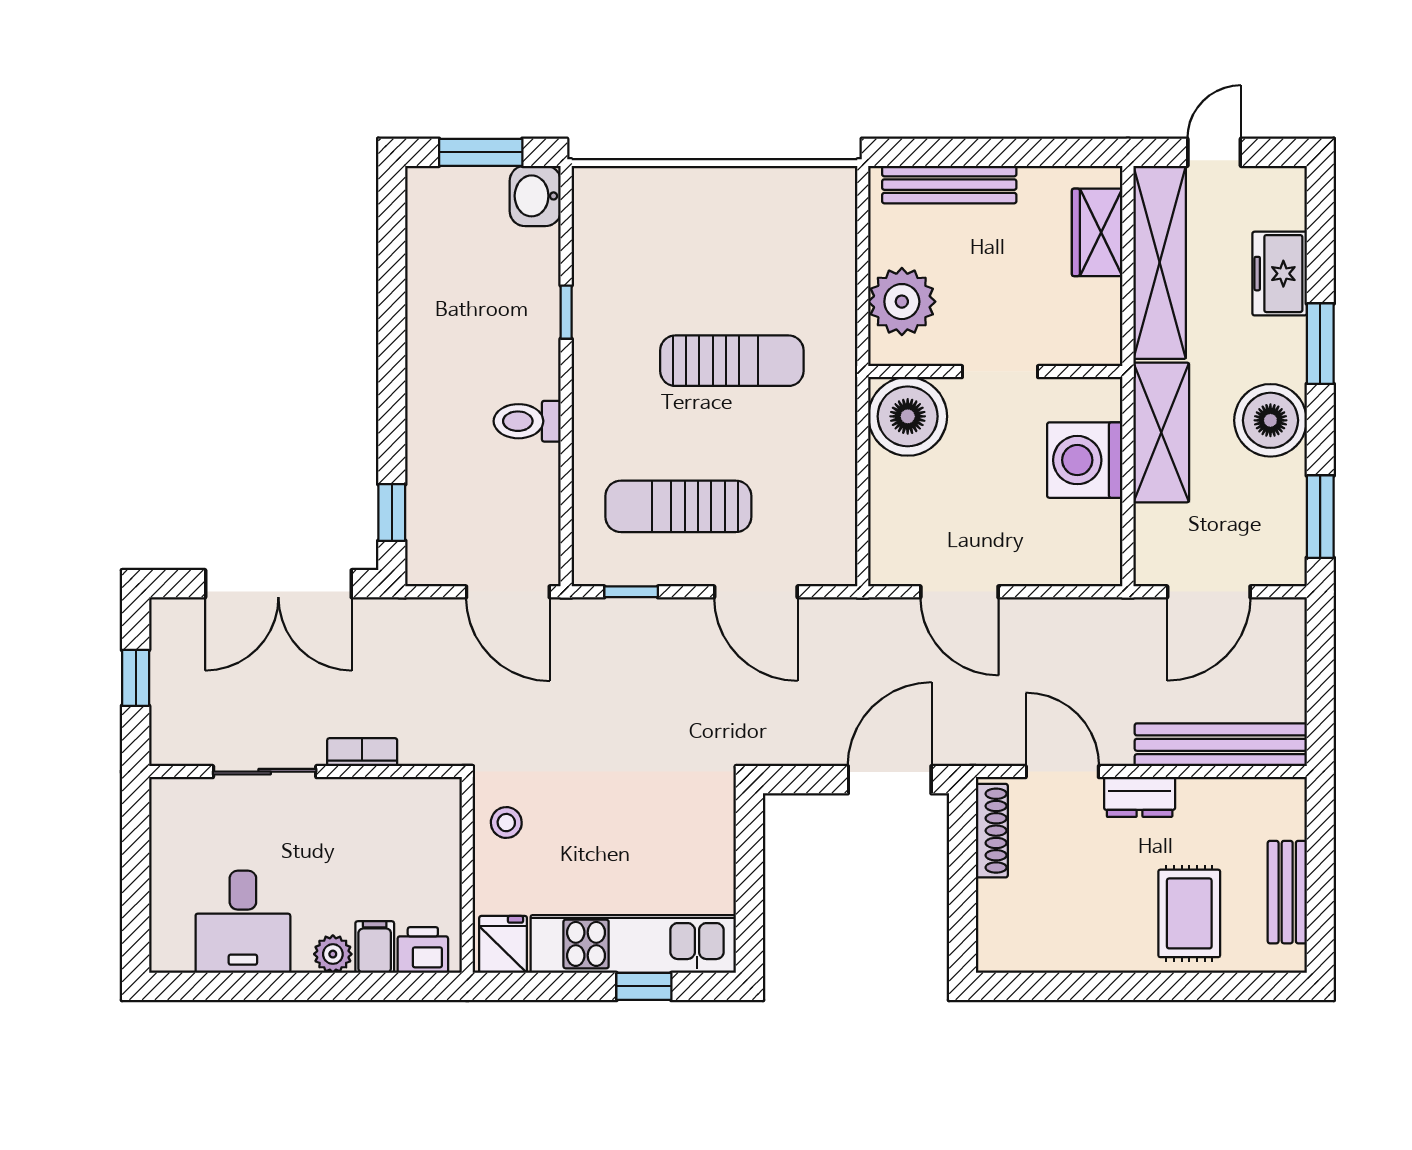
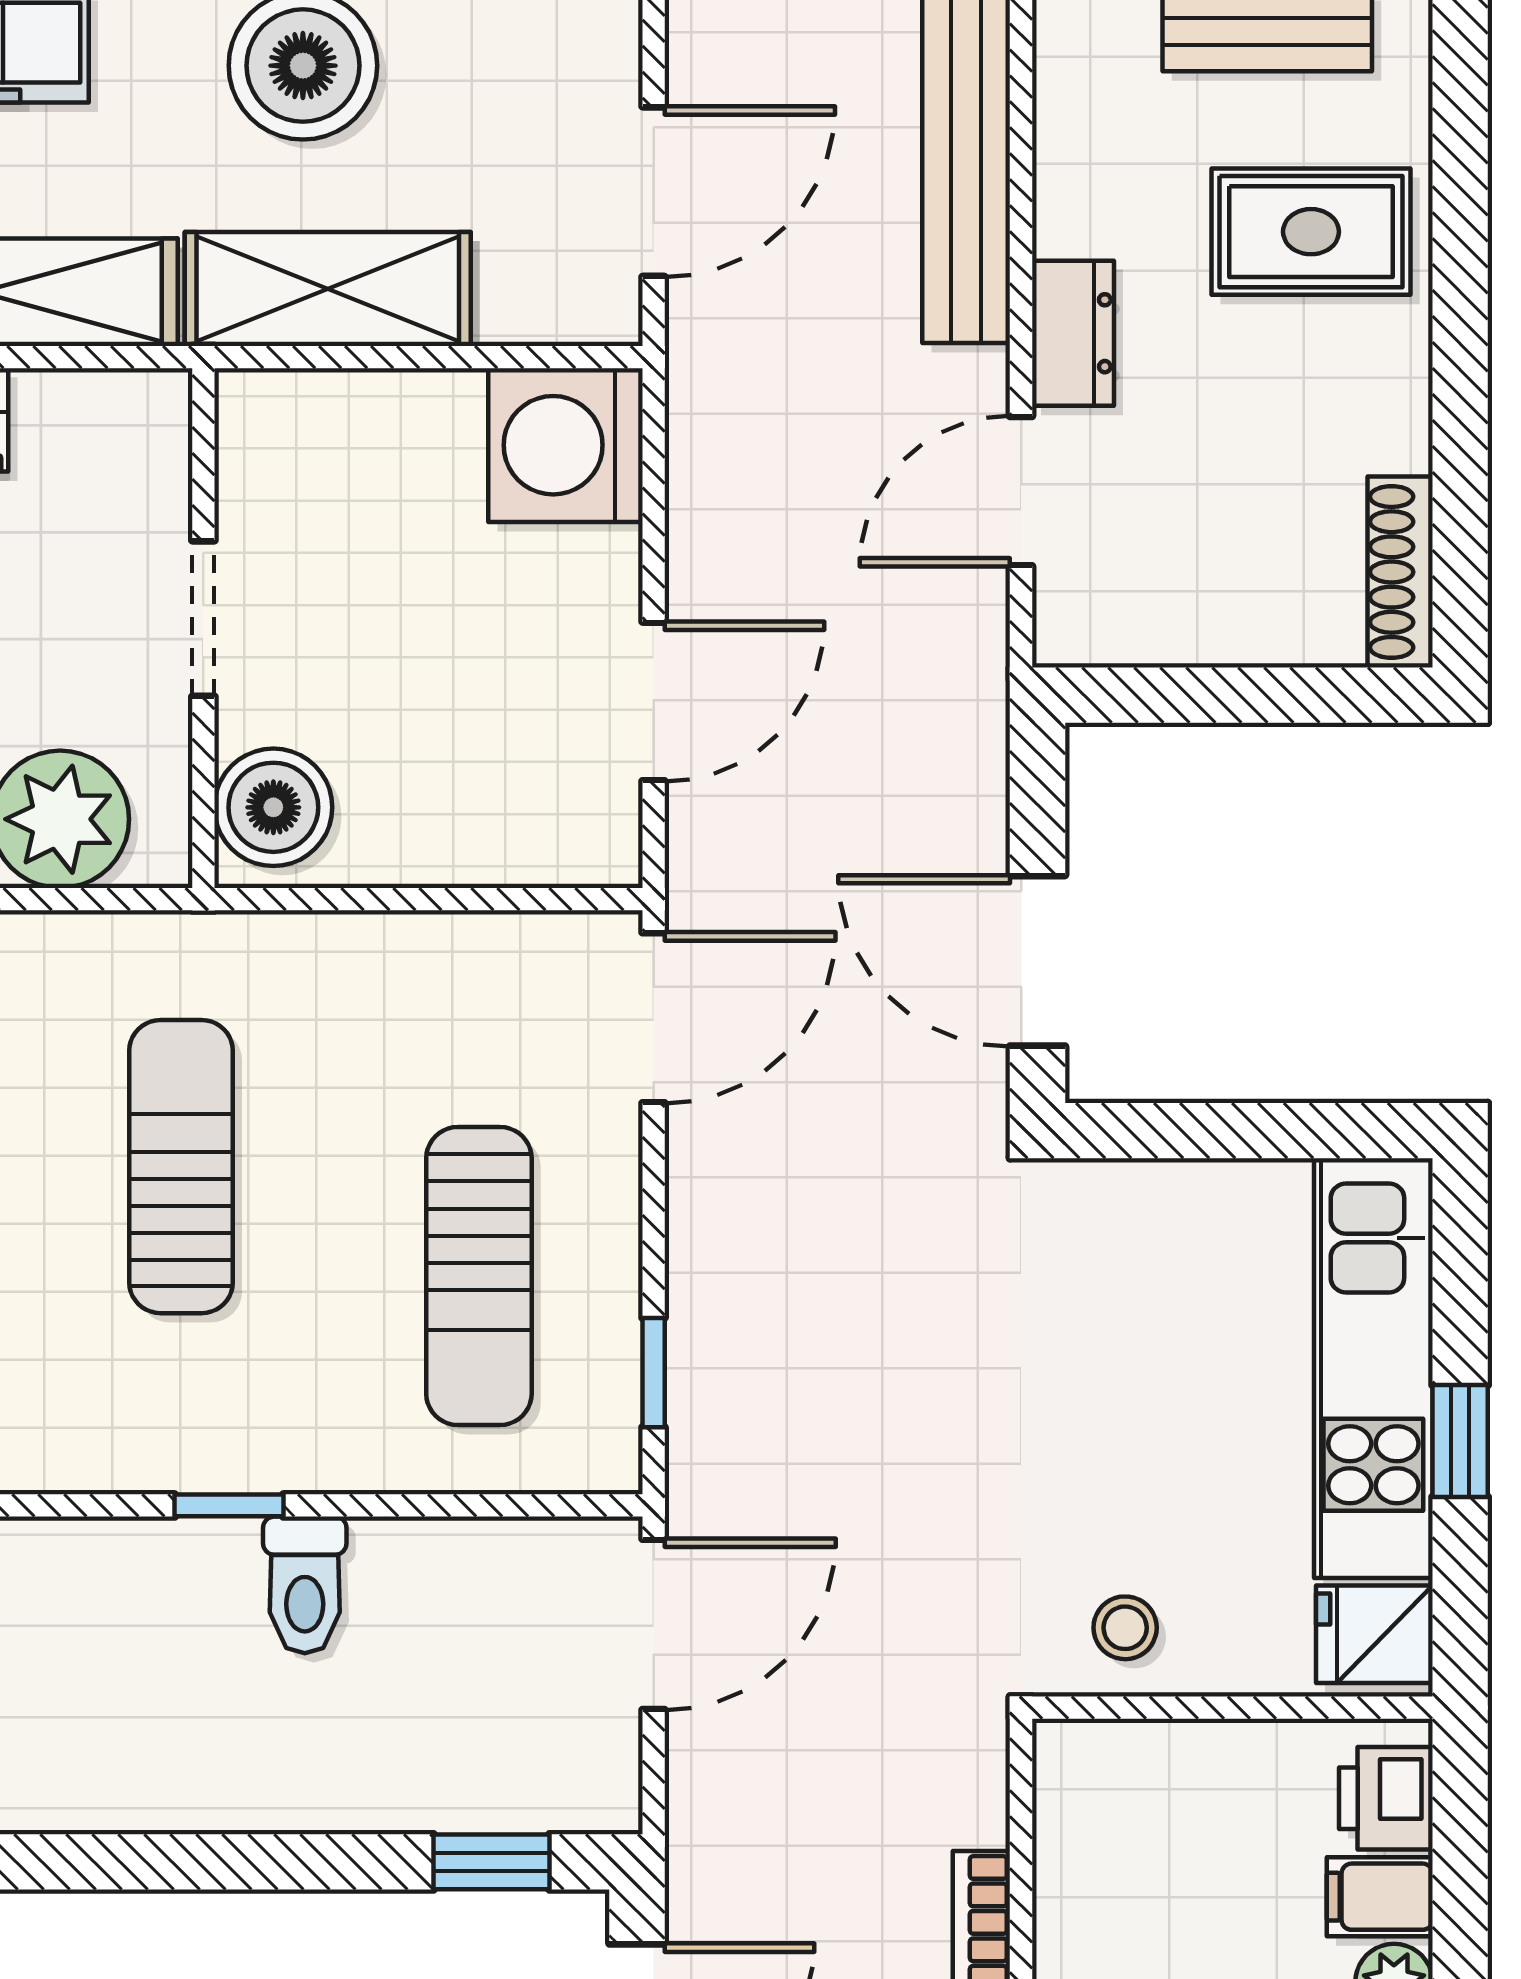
window: (566, 312) -> (229, 1505), moved
boiler: (908, 416) -> (273, 807), width x0.73, depth x0.73
washing machine: (1085, 460) -> (565, 445), moved, turned 90
door: (756, 592) -> (654, 1018), moved
door: (1209, 592) -> (654, 192), hinge flipped
door: (890, 780) -> (1038, 961), moved
shoe rack: (992, 831) -> (1400, 572), moved, turned -90
window: (644, 986) -> (1460, 1441), moved

